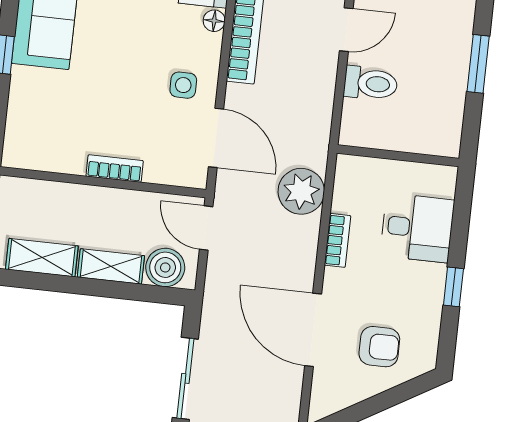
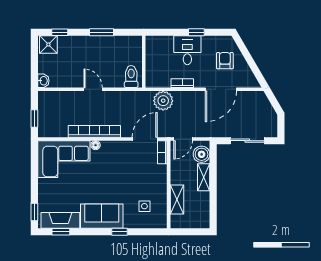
toilet: (371, 83) -> (131, 77), moved
side table: (183, 85) -> (144, 206), moved
bookcase: (115, 168) -> (162, 152), moved
desk: (417, 228) -> (187, 50), moved
shelving: (42, 258) -> (177, 200), moved

